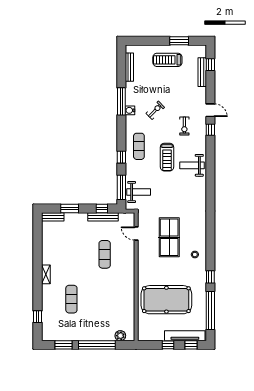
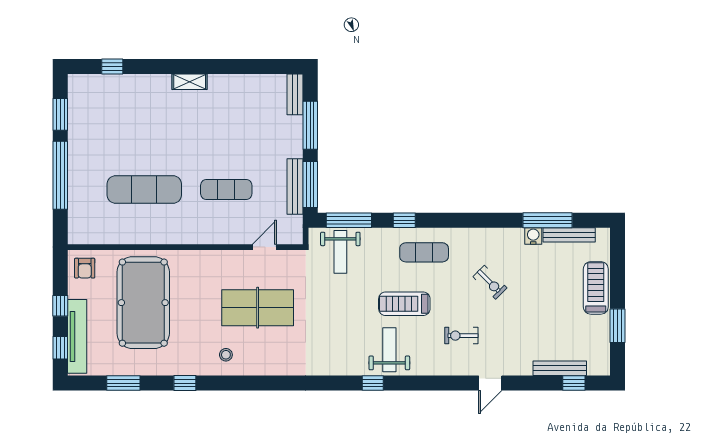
treadmill: (167, 60) -> (596, 288), moved
window: (121, 101) -> (547, 220), moved
water cooler: (130, 110) -> (533, 236), moved
window: (210, 130) -> (373, 383), moved
window: (70, 209) -> (310, 125), width x1.44
window: (102, 209) -> (310, 185), width x2.17
exercise mat: (71, 299) -> (144, 190), moved, width x1.36, depth x1.45
window: (210, 311) -> (123, 383), width x0.47
armchair: (148, 332) -> (85, 268), added
plant: (120, 336) -> (77, 218), removed

